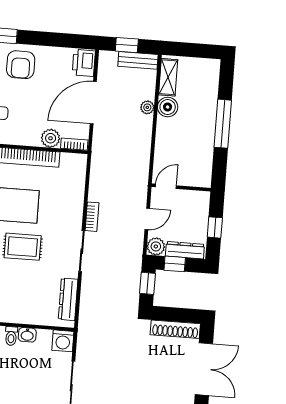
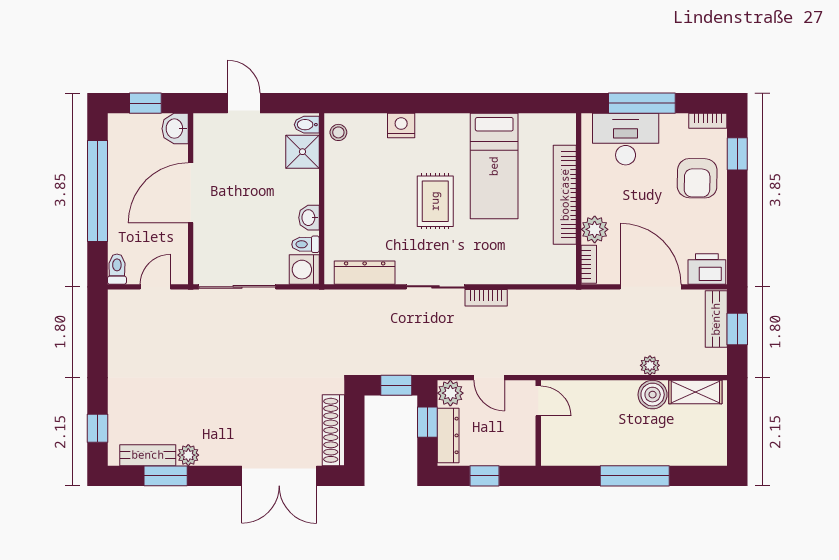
bench: (138, 60) -> (716, 319), moved
armchair: (21, 65) -> (697, 178), turned -89
toilet: (11, 336) -> (305, 244), moved

